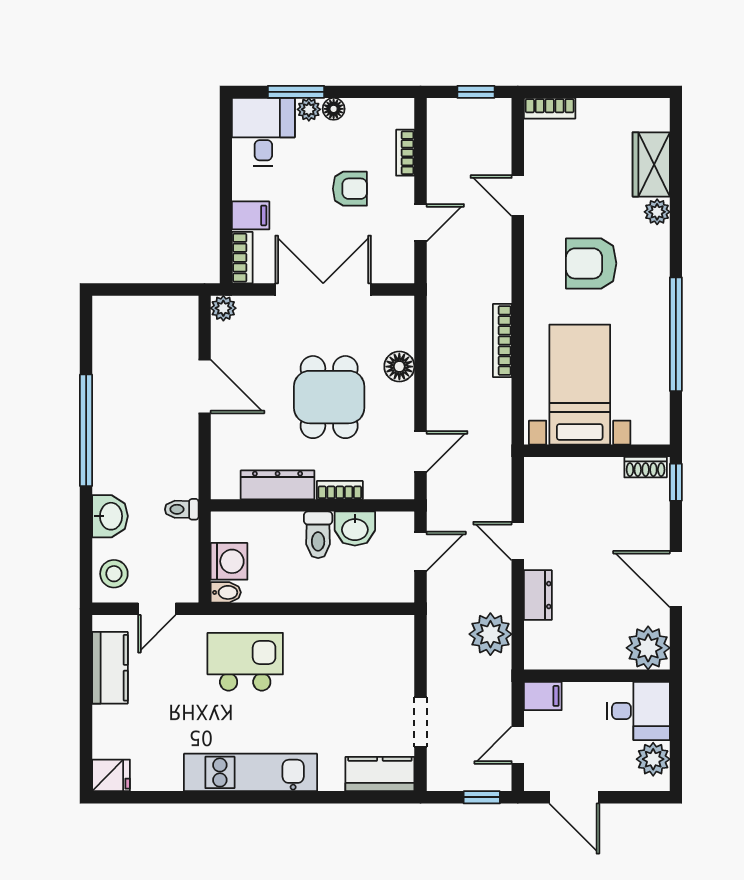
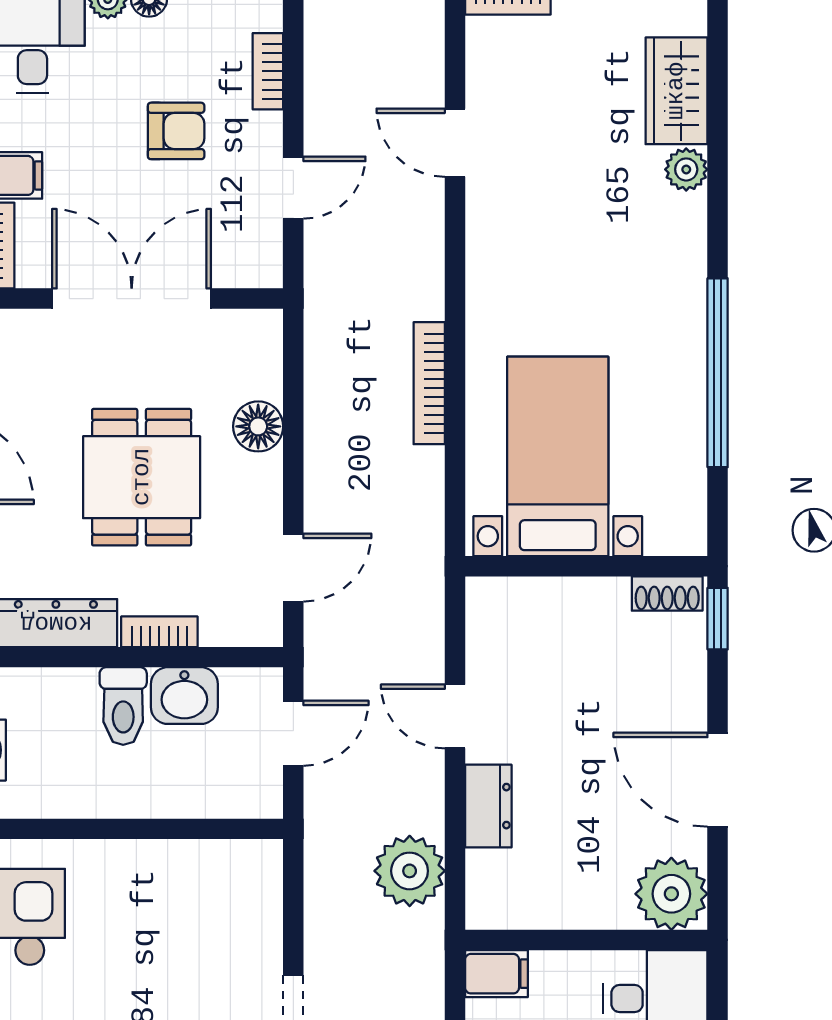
armchair: (591, 263) -> (577, 255), removed

